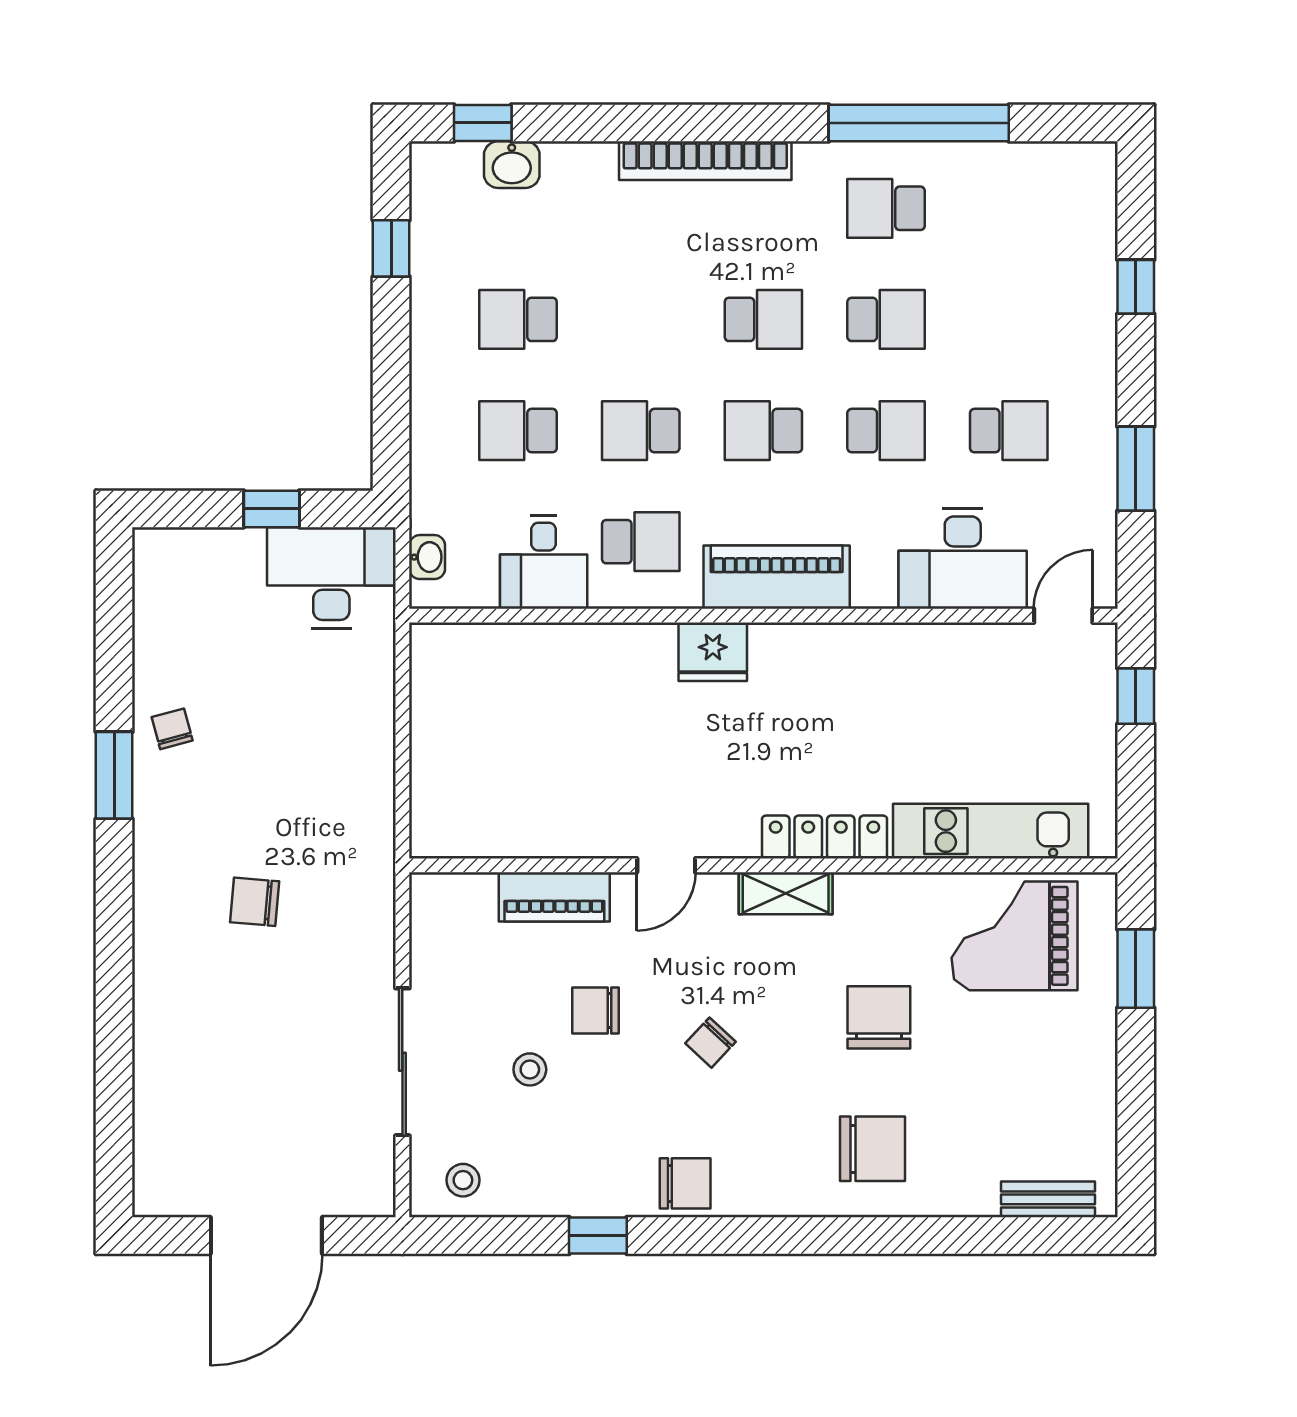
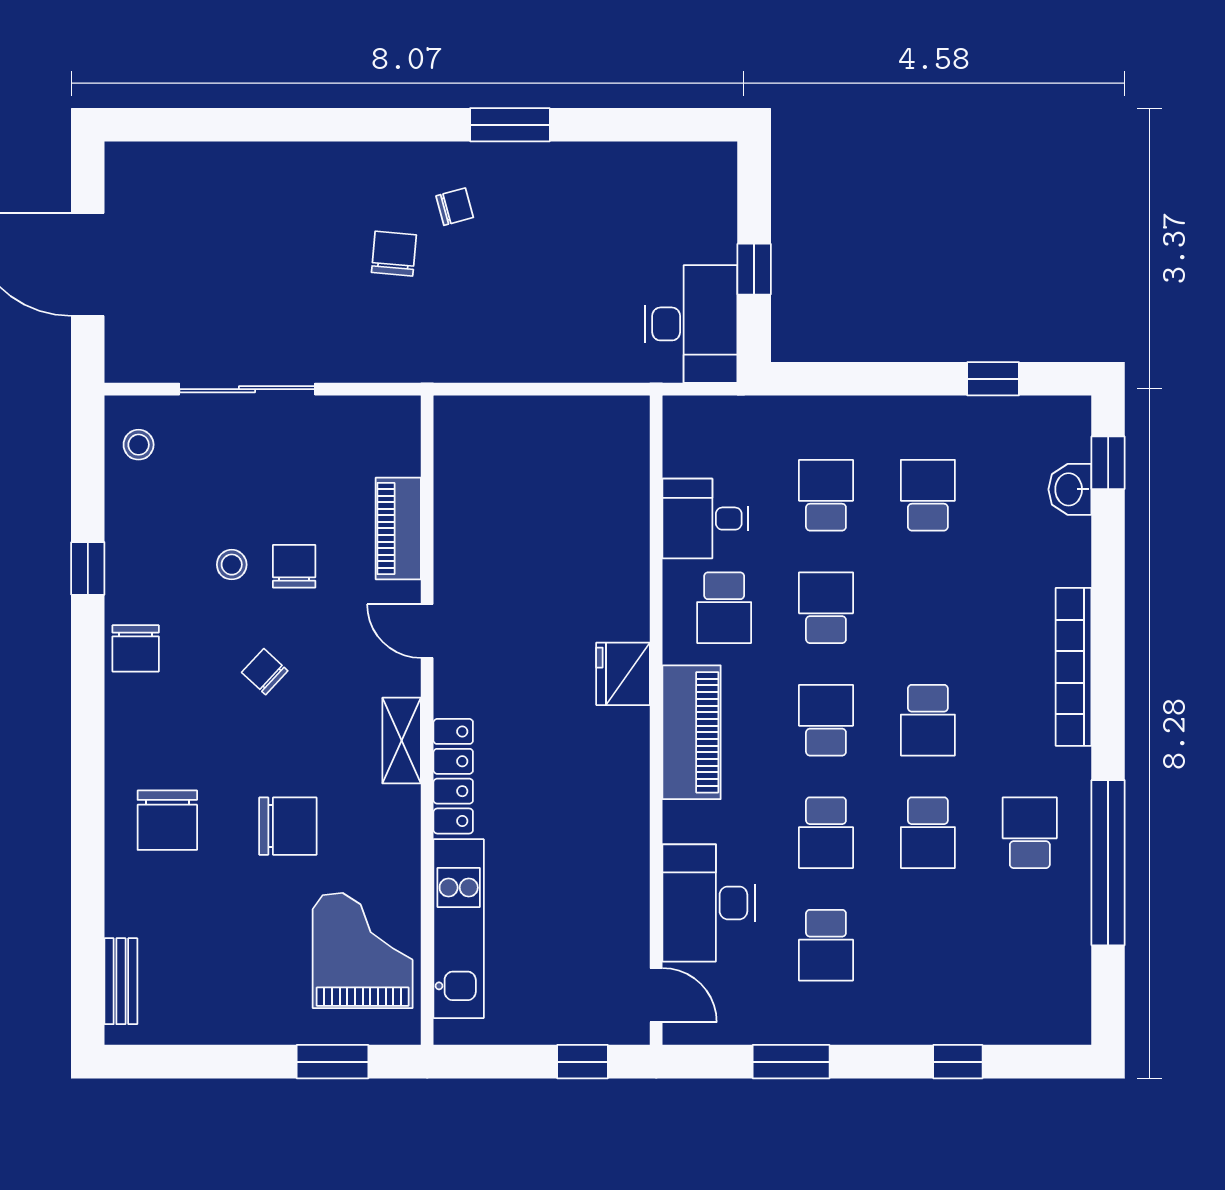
washbasin: (427, 557) -> (710, 412), removed
chair: (172, 729) -> (455, 207), moved
stool: (530, 1069) -> (232, 565), moved

